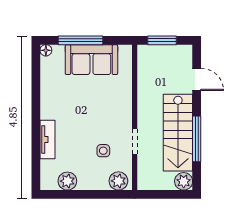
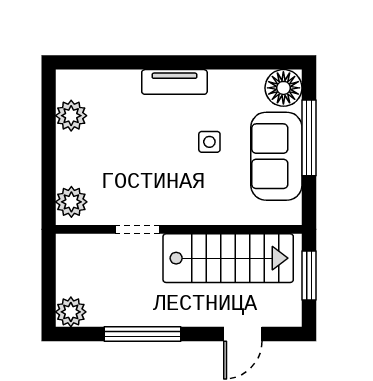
floor lamp: (46, 50) -> (283, 88), width x1.89, depth x1.89
stairs: (178, 133) -> (228, 258), moved, turned 180
tv unit: (47, 139) -> (174, 82), moved
side table: (103, 151) -> (209, 142), moved

